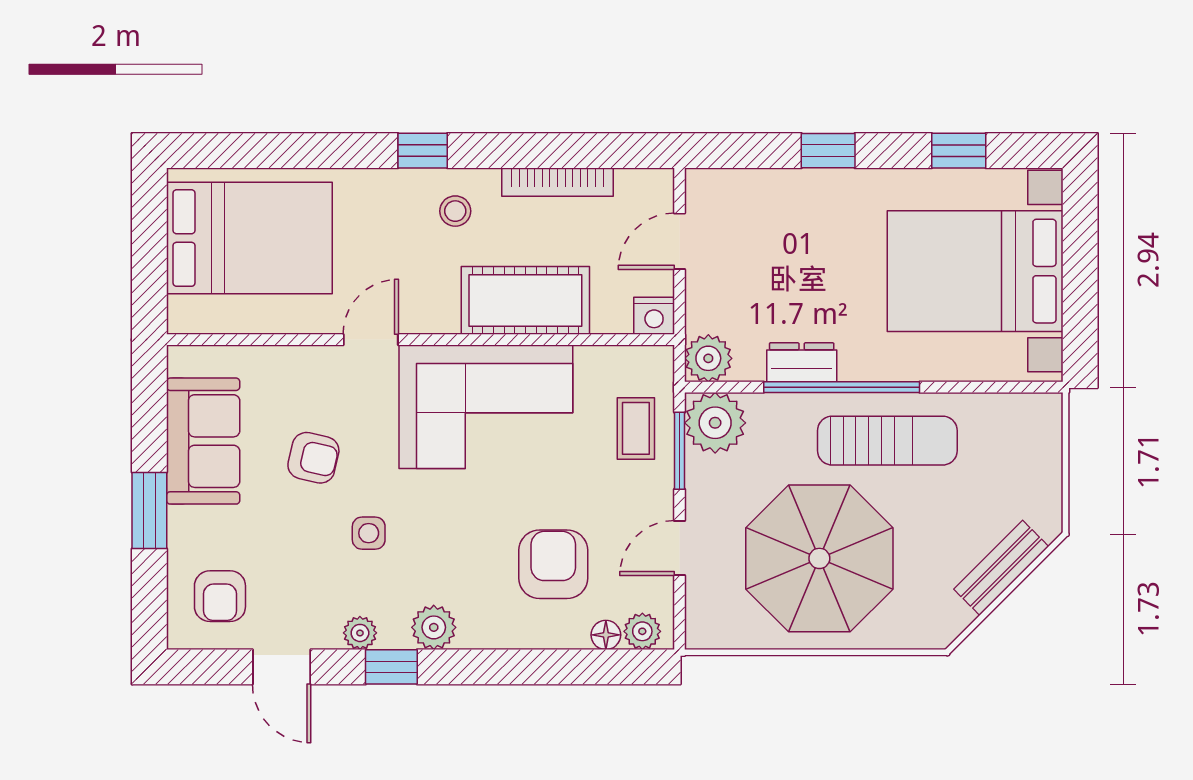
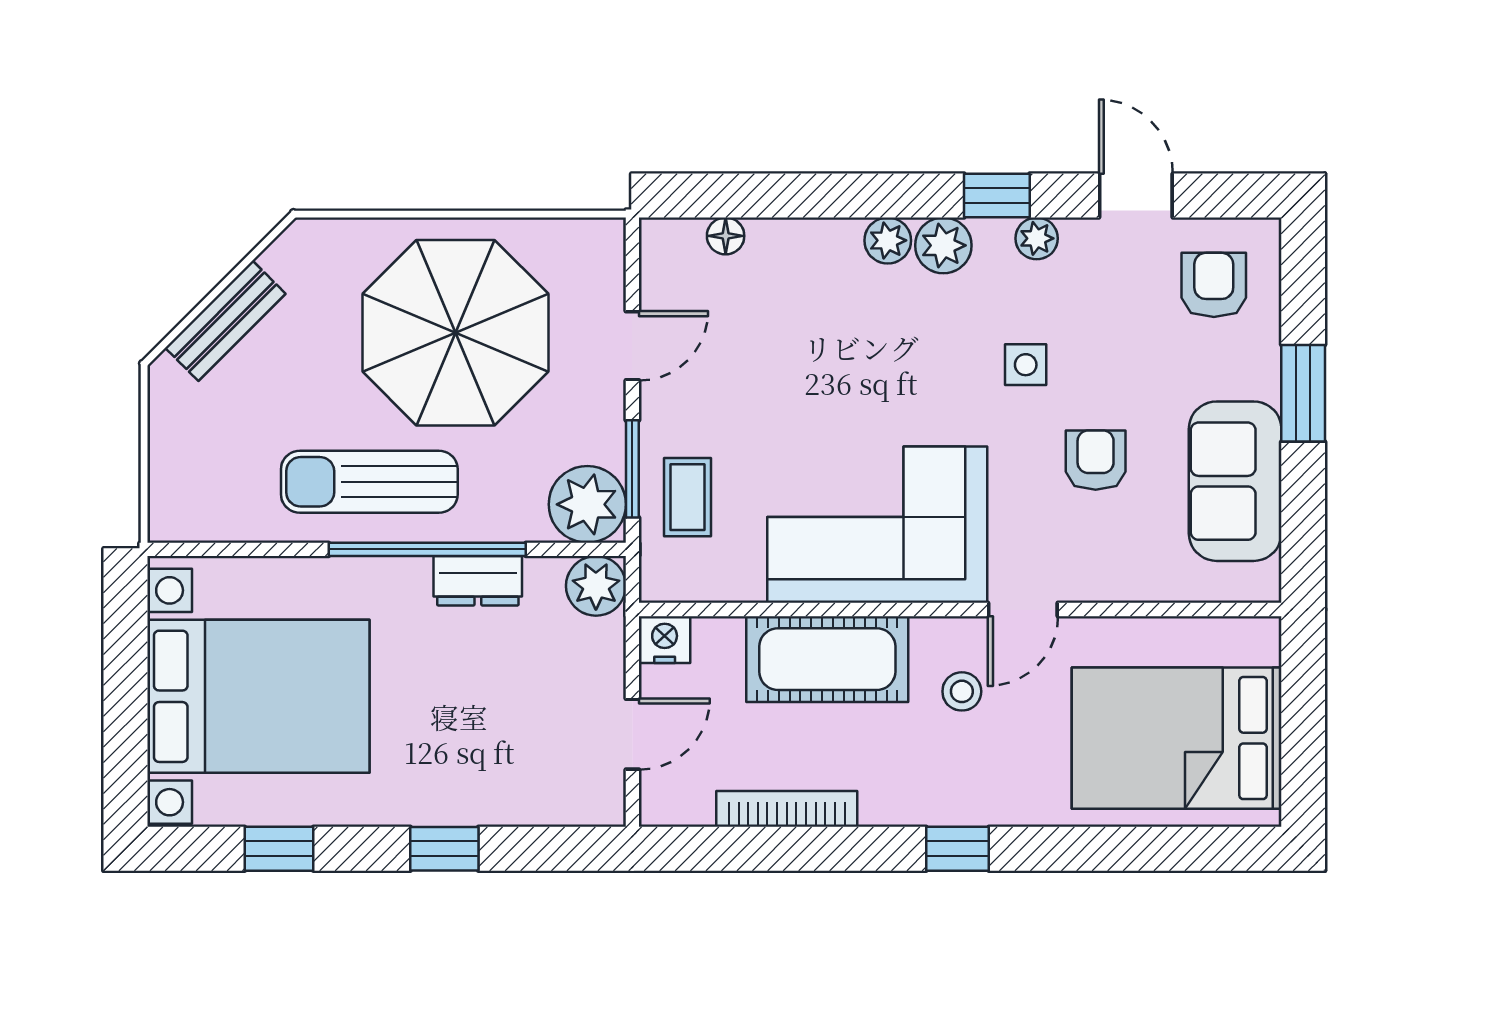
stool: (455, 211) -> (962, 691), moved
armchair: (313, 458) -> (1096, 460), turned 77
armchair: (553, 564) -> (792, 325), removed
plant: (642, 631) -> (888, 240), moved

